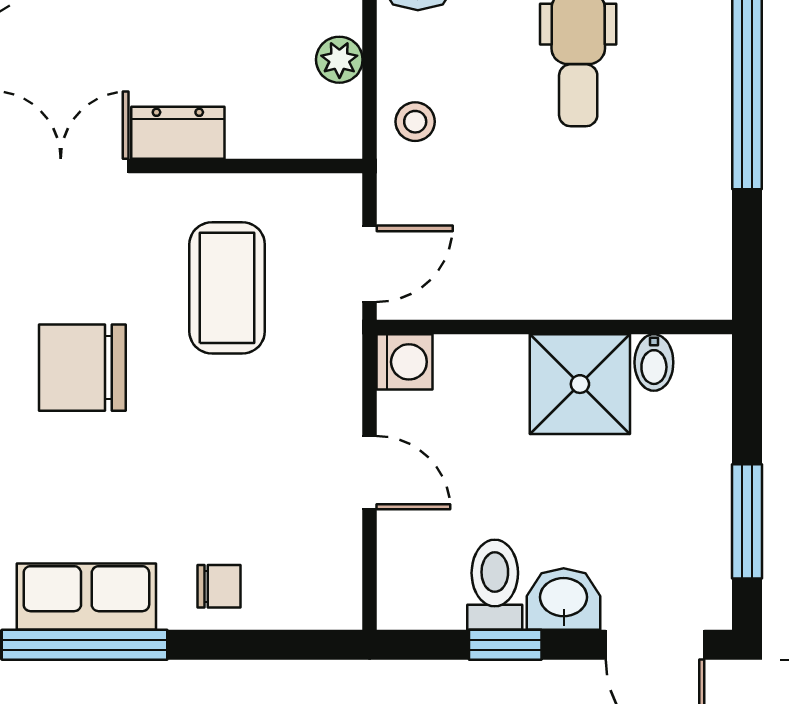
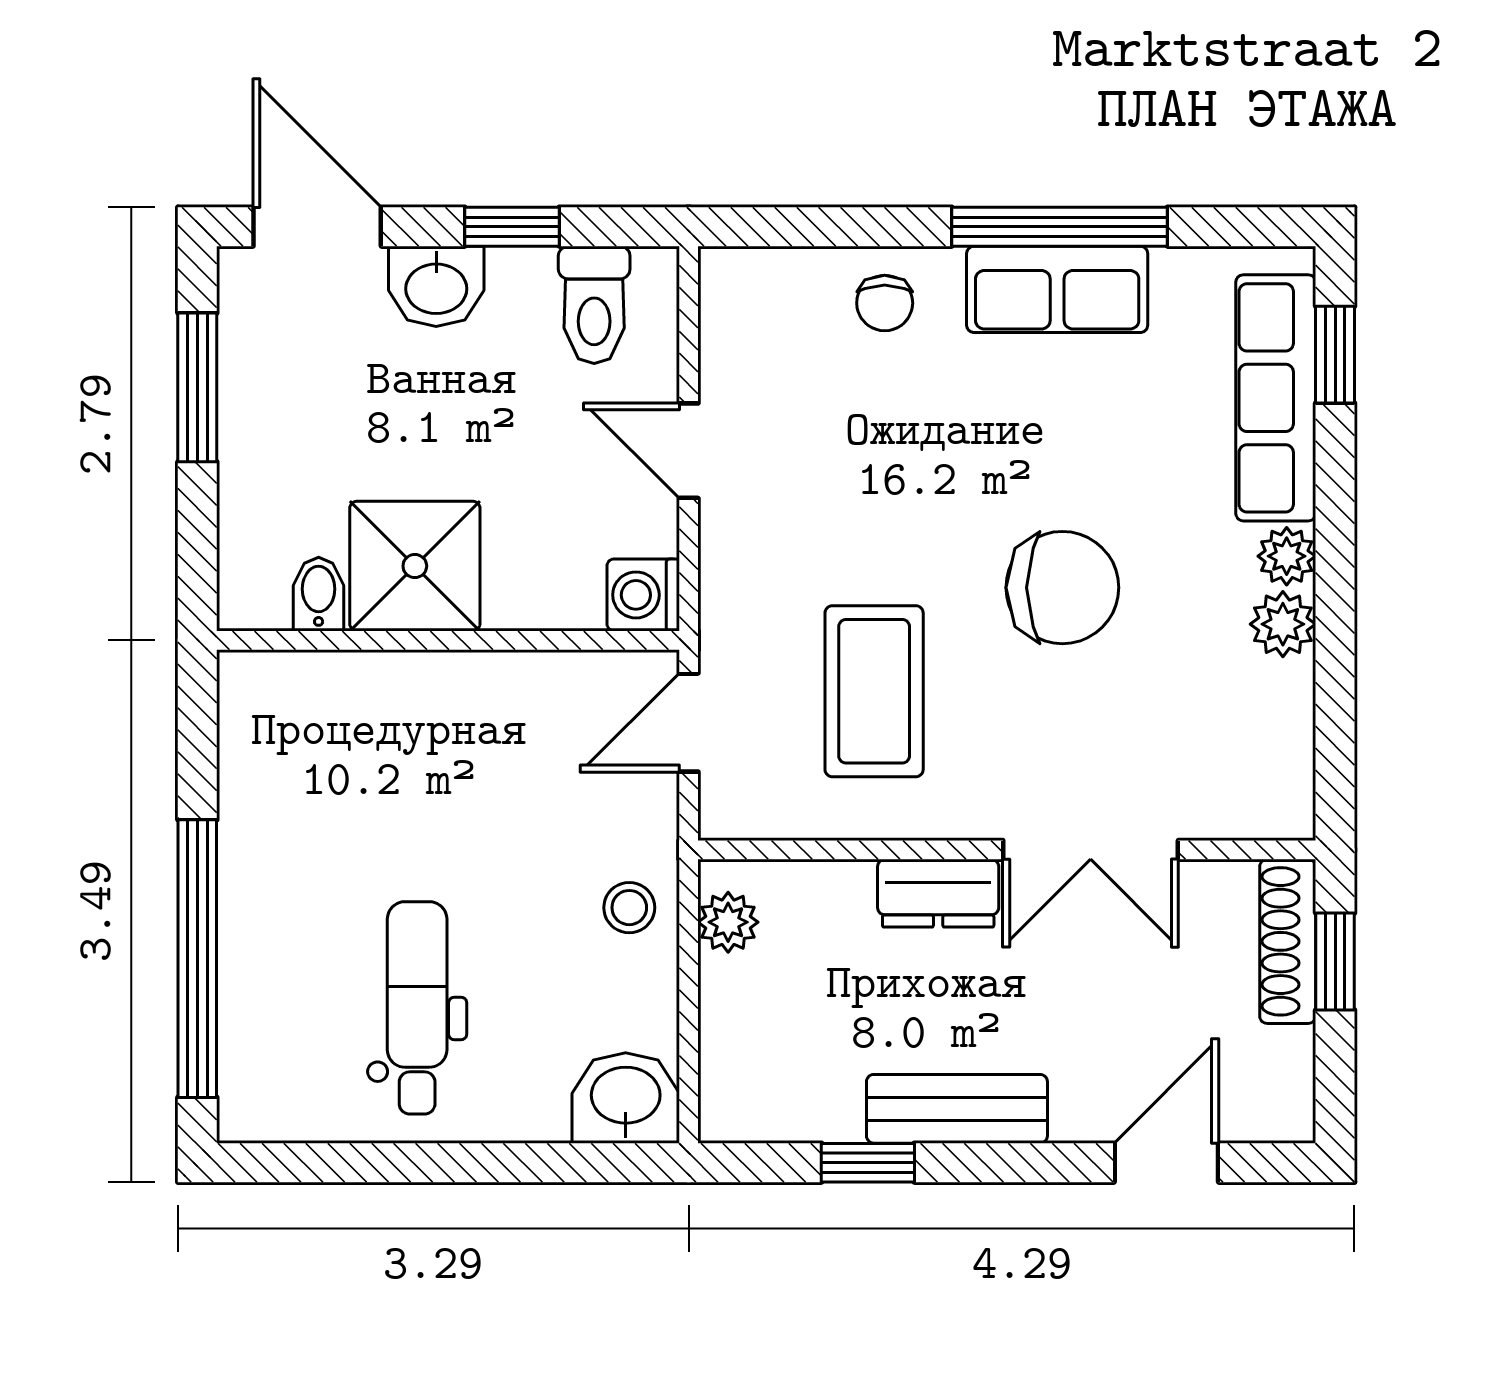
plant: (339, 60) -> (728, 922), moved
toilet: (495, 585) -> (594, 305), moved
chair: (219, 586) -> (885, 303), turned -90

